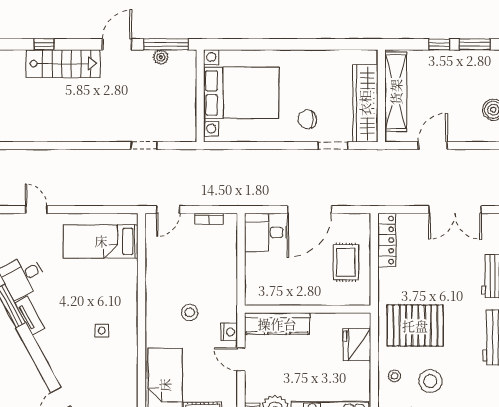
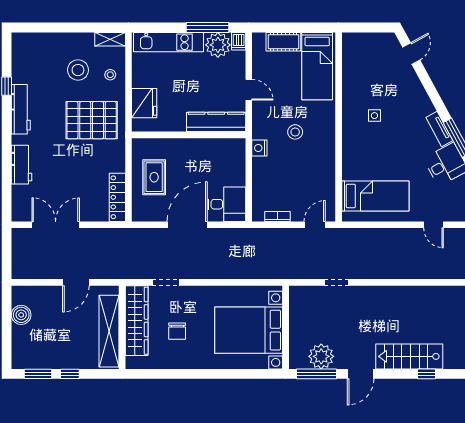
plant: (161, 57) -> (321, 356), width x1.88, depth x1.88
chair: (307, 119) -> (177, 331), moved, turned 90
nightstand: (229, 332) -> (259, 148), moved

